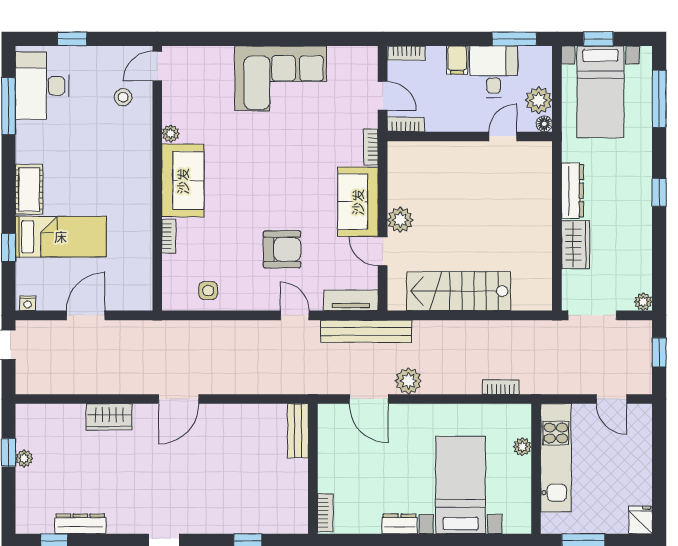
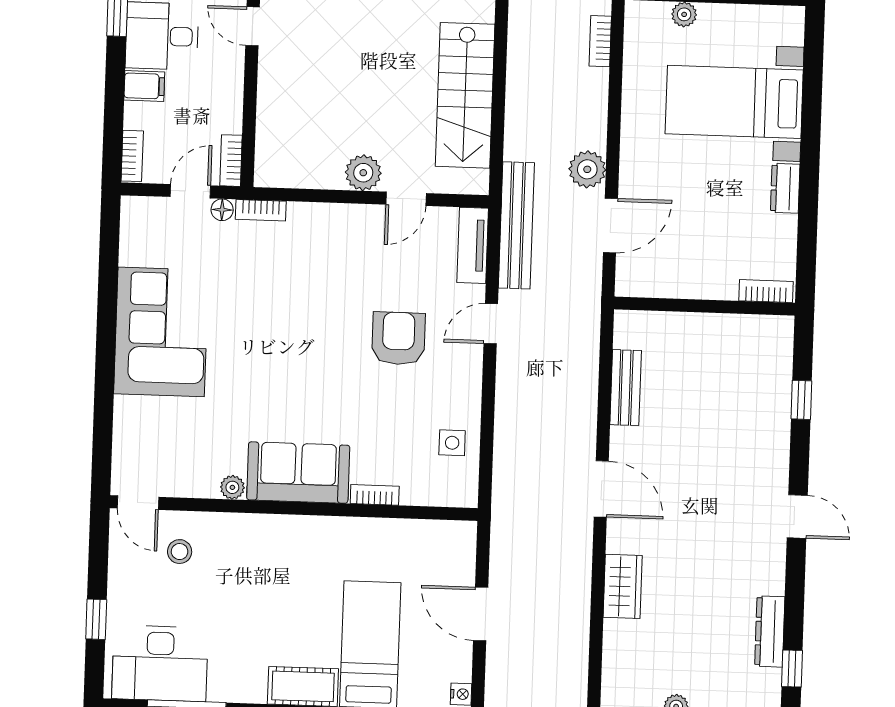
floor lamp: (370, 119) -> (222, 210), added
sofa: (358, 202) -> (336, 231), removed
bench: (298, 431) -> (626, 388), moved, turned 90

